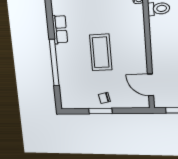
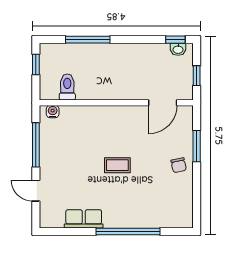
coffee table: (101, 52) -> (117, 165), width x0.54, depth x0.58
window: (100, 111) -> (197, 146), moved

